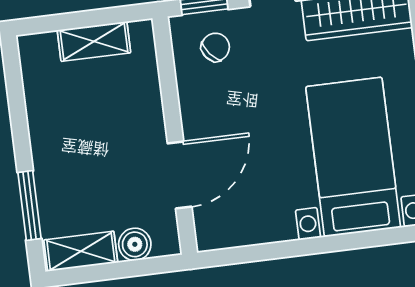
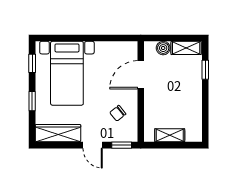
chair: (215, 47) -> (118, 113), moved
window: (30, 206) -> (205, 70), width x0.67

